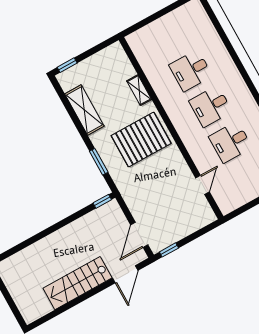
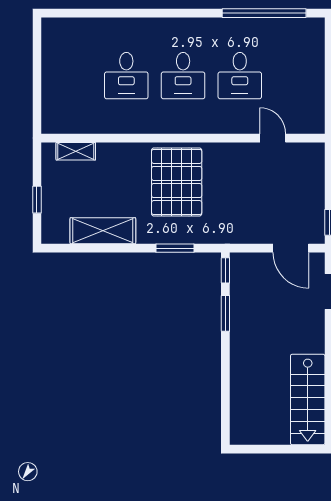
window: (67, 65) -> (37, 200), moved
shelving: (139, 90) -> (76, 151), moved
window: (75, 216) -> (225, 313), added
stairs: (78, 283) -> (308, 400), moved

